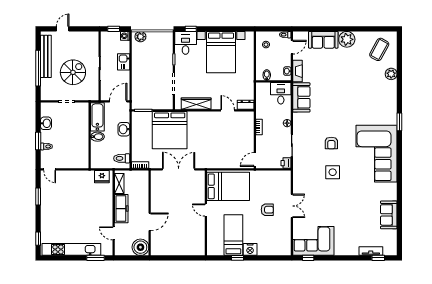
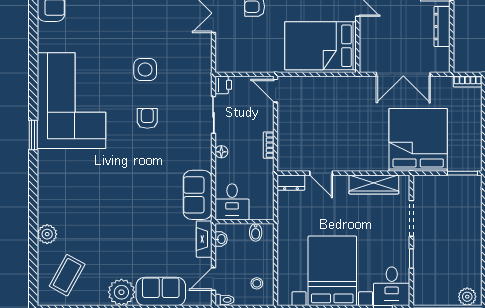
window: (399, 122) -> (33, 135), moved
door: (255, 160) -> (276, 91), swing flipped
dresser: (155, 198) -> (442, 27), added

